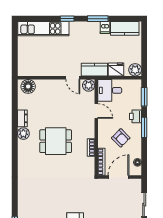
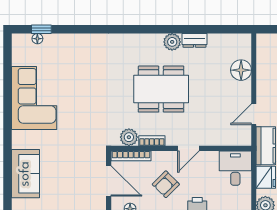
plant: (89, 85) -> (129, 137), moved
floor lamp: (28, 86) -> (241, 70), moved
door: (96, 111) -> (188, 148), moved
dining table: (56, 141) -> (161, 89), width x1.37

